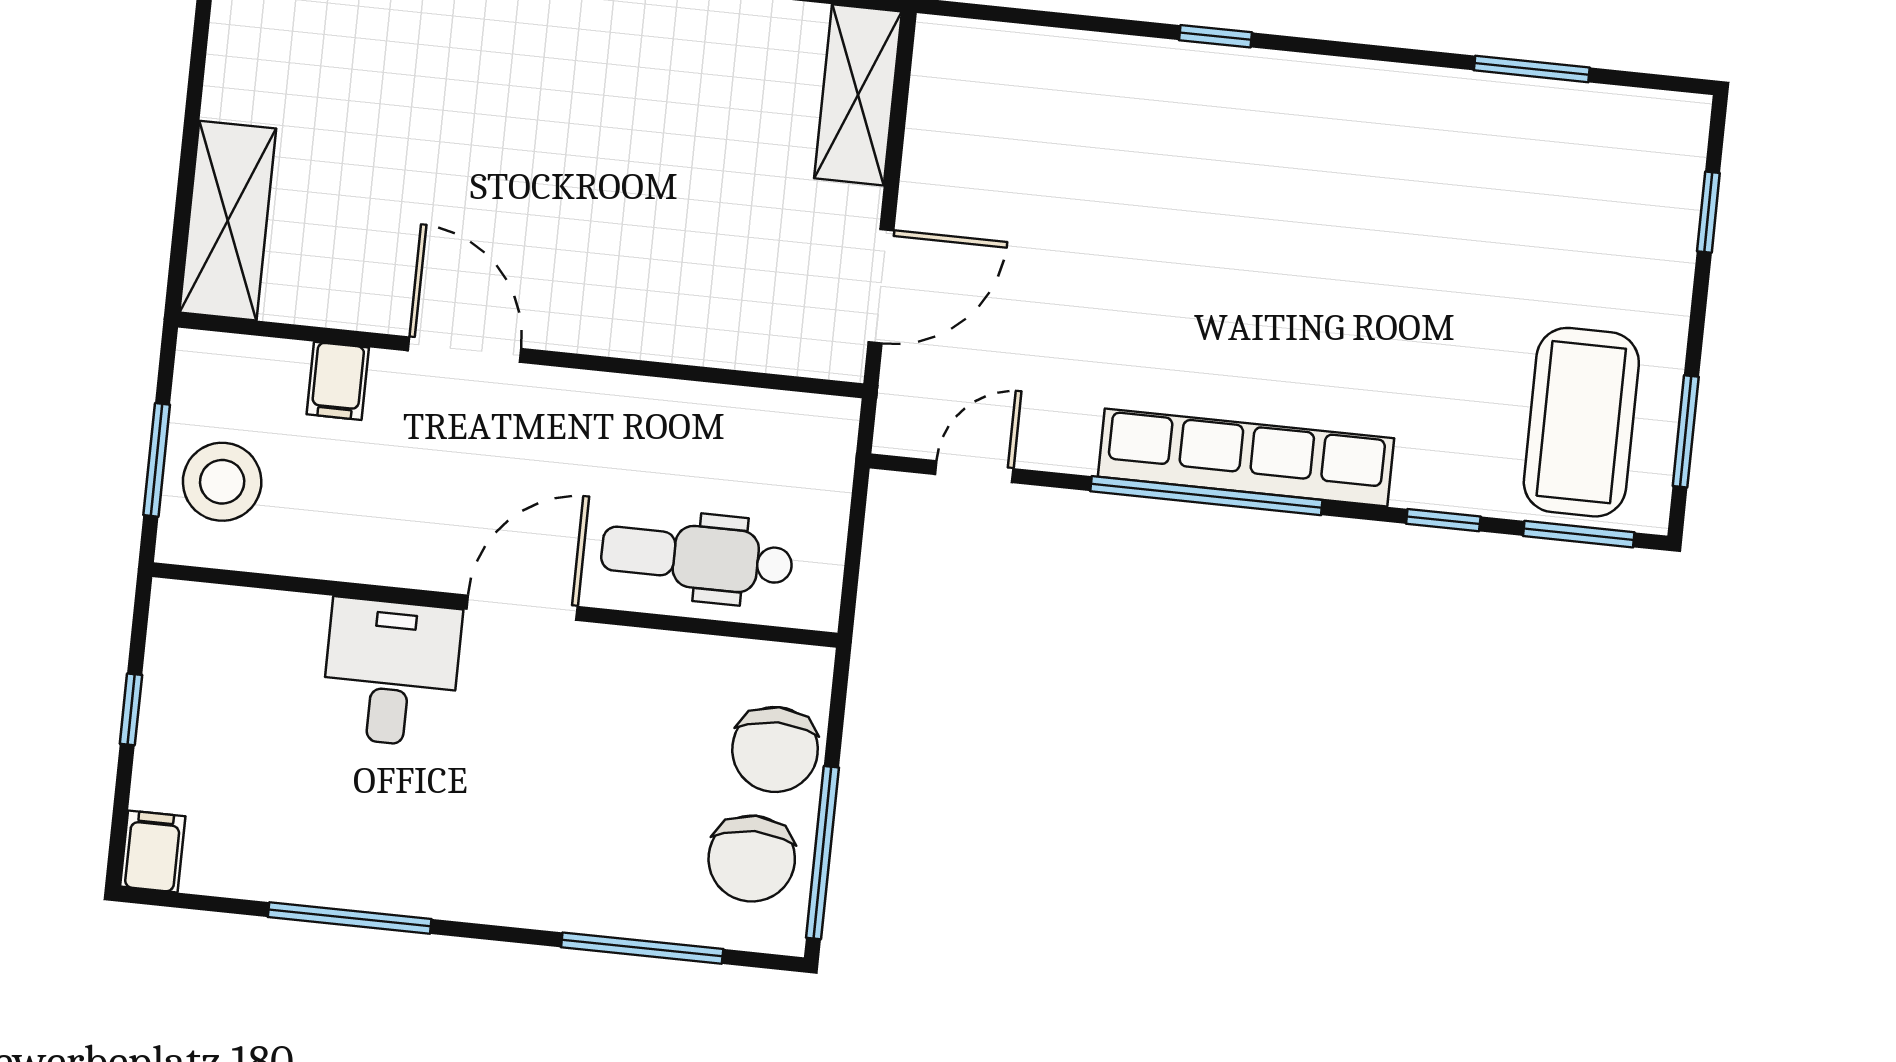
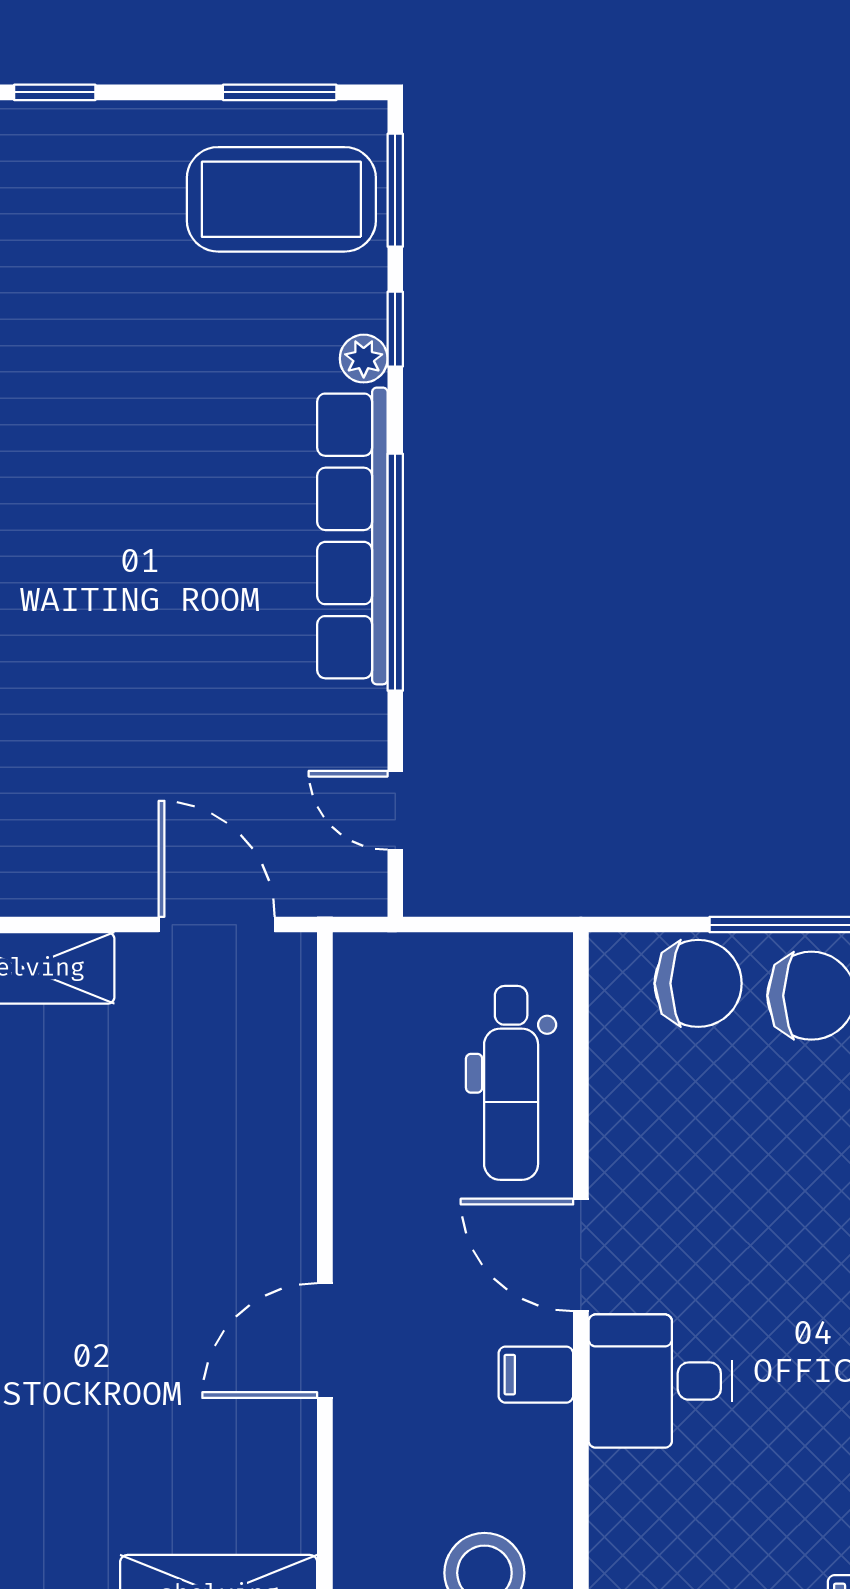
filing cabinet: (338, 381) -> (536, 1375), moved, turned 180
plant: (1418, 486) -> (364, 359), added

